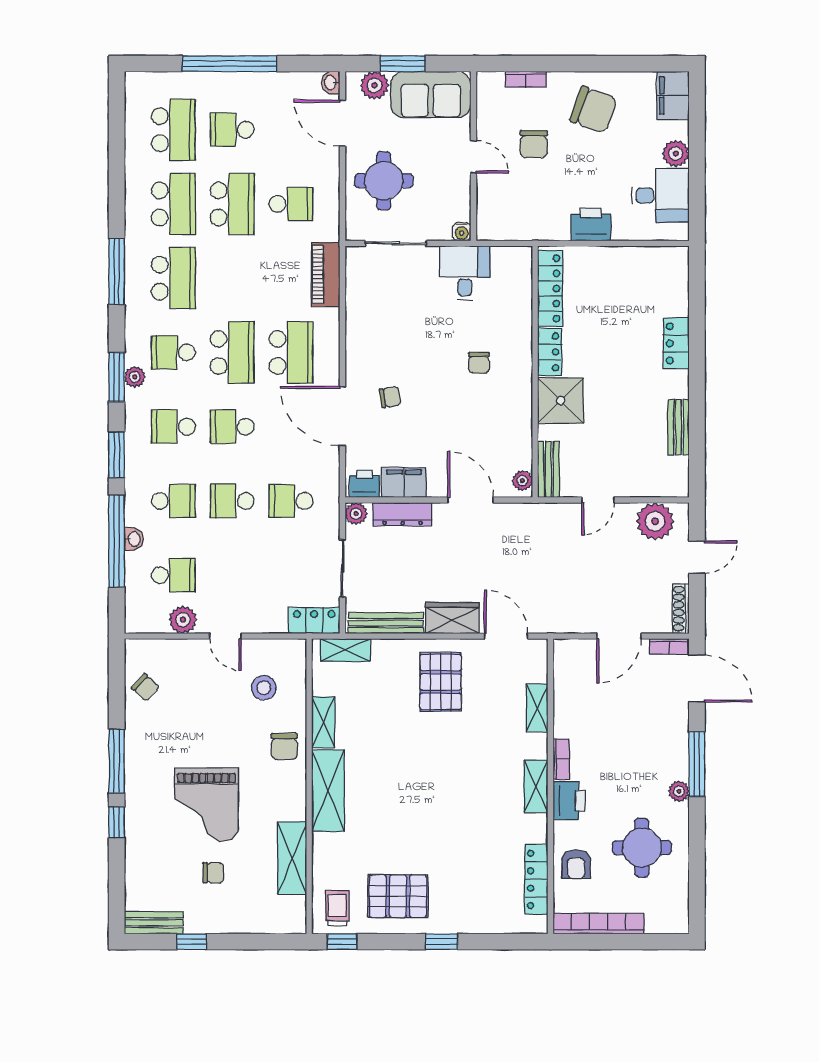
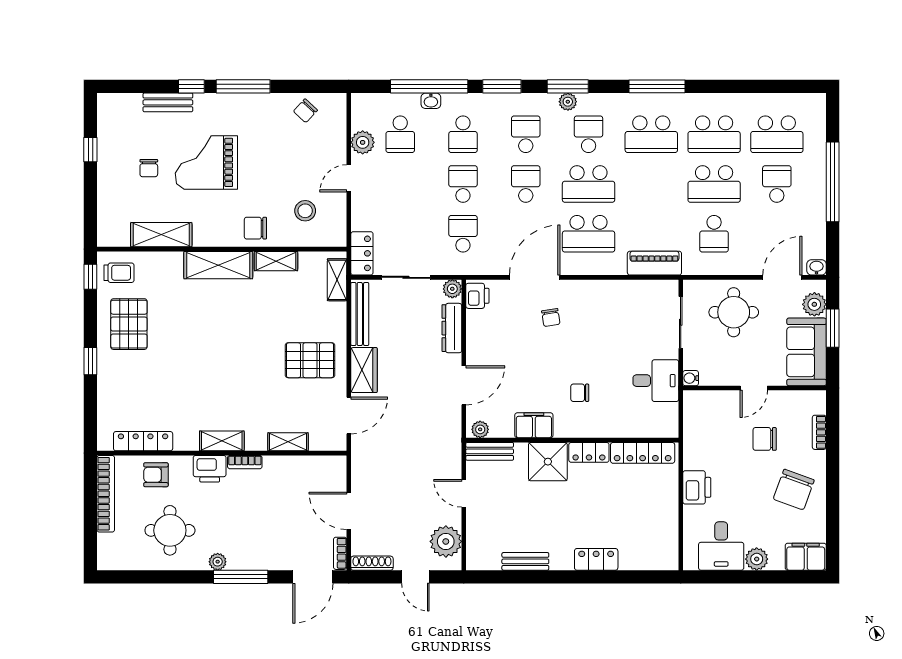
filing cabinet: (404, 483) -> (534, 425), moved, turned -90
bench: (154, 923) -> (168, 102), moved, turned 90

